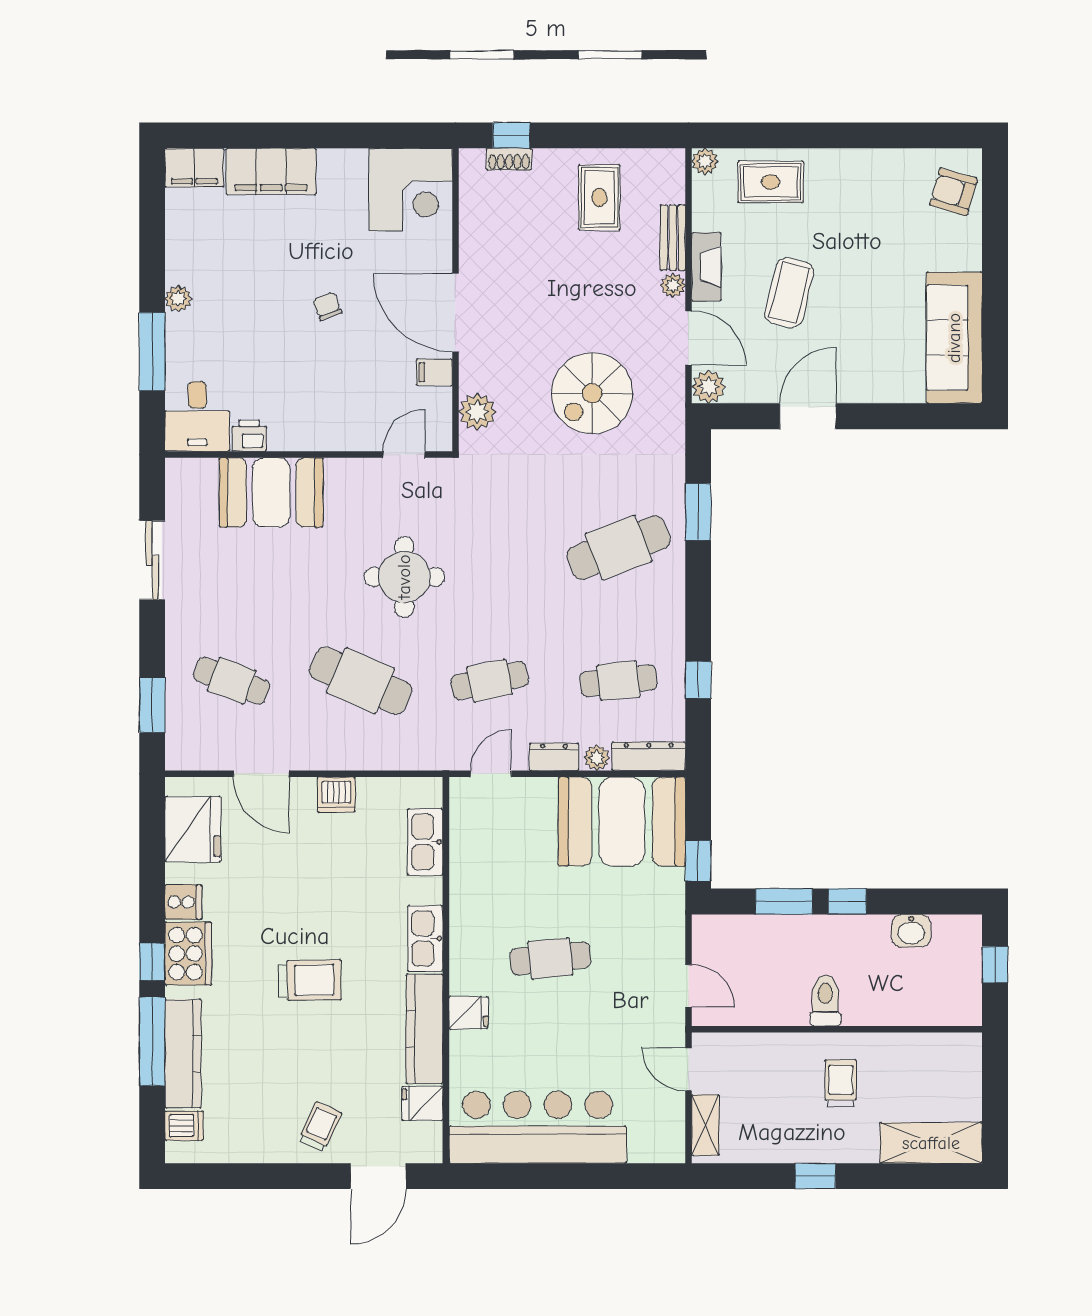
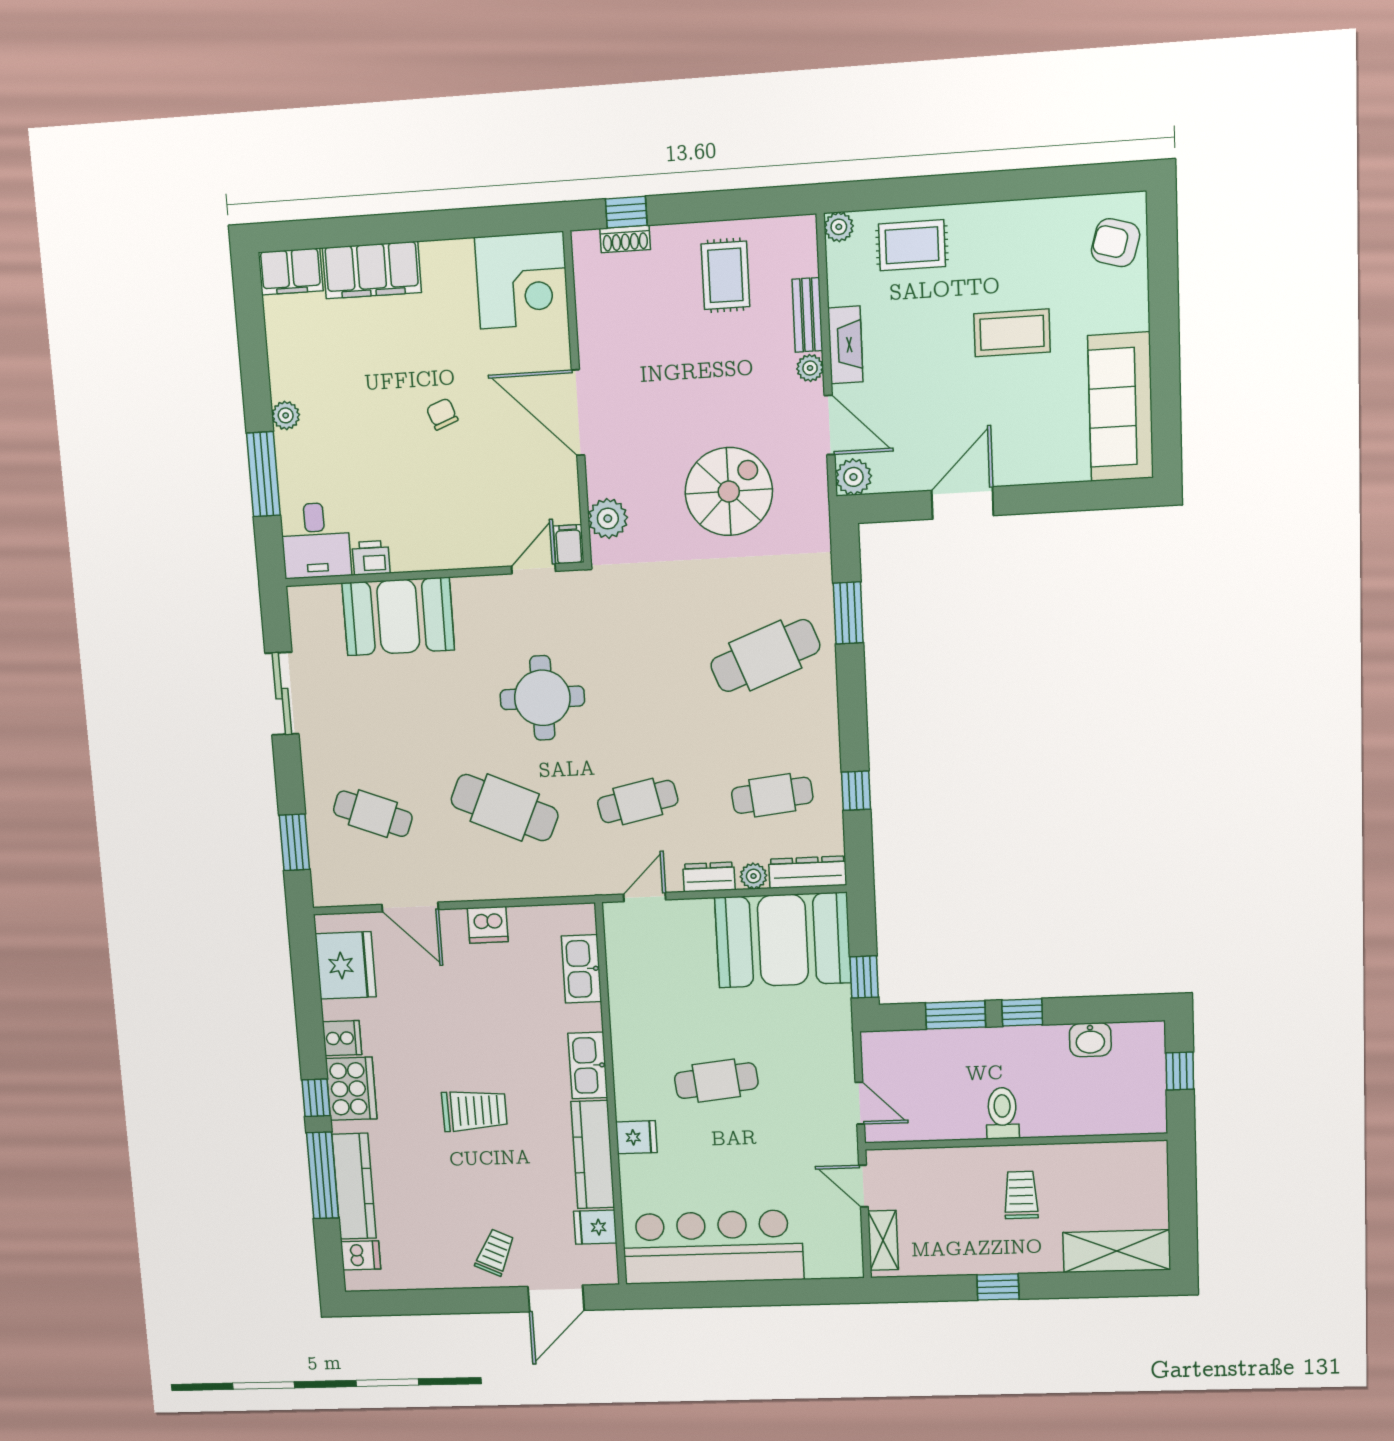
coffee table: (789, 293) -> (1012, 333), moved, turned 76
filing cabinet: (434, 372) -> (569, 544), moved, turned 90
spiral stairs: (592, 393) -> (729, 492), turned 180

